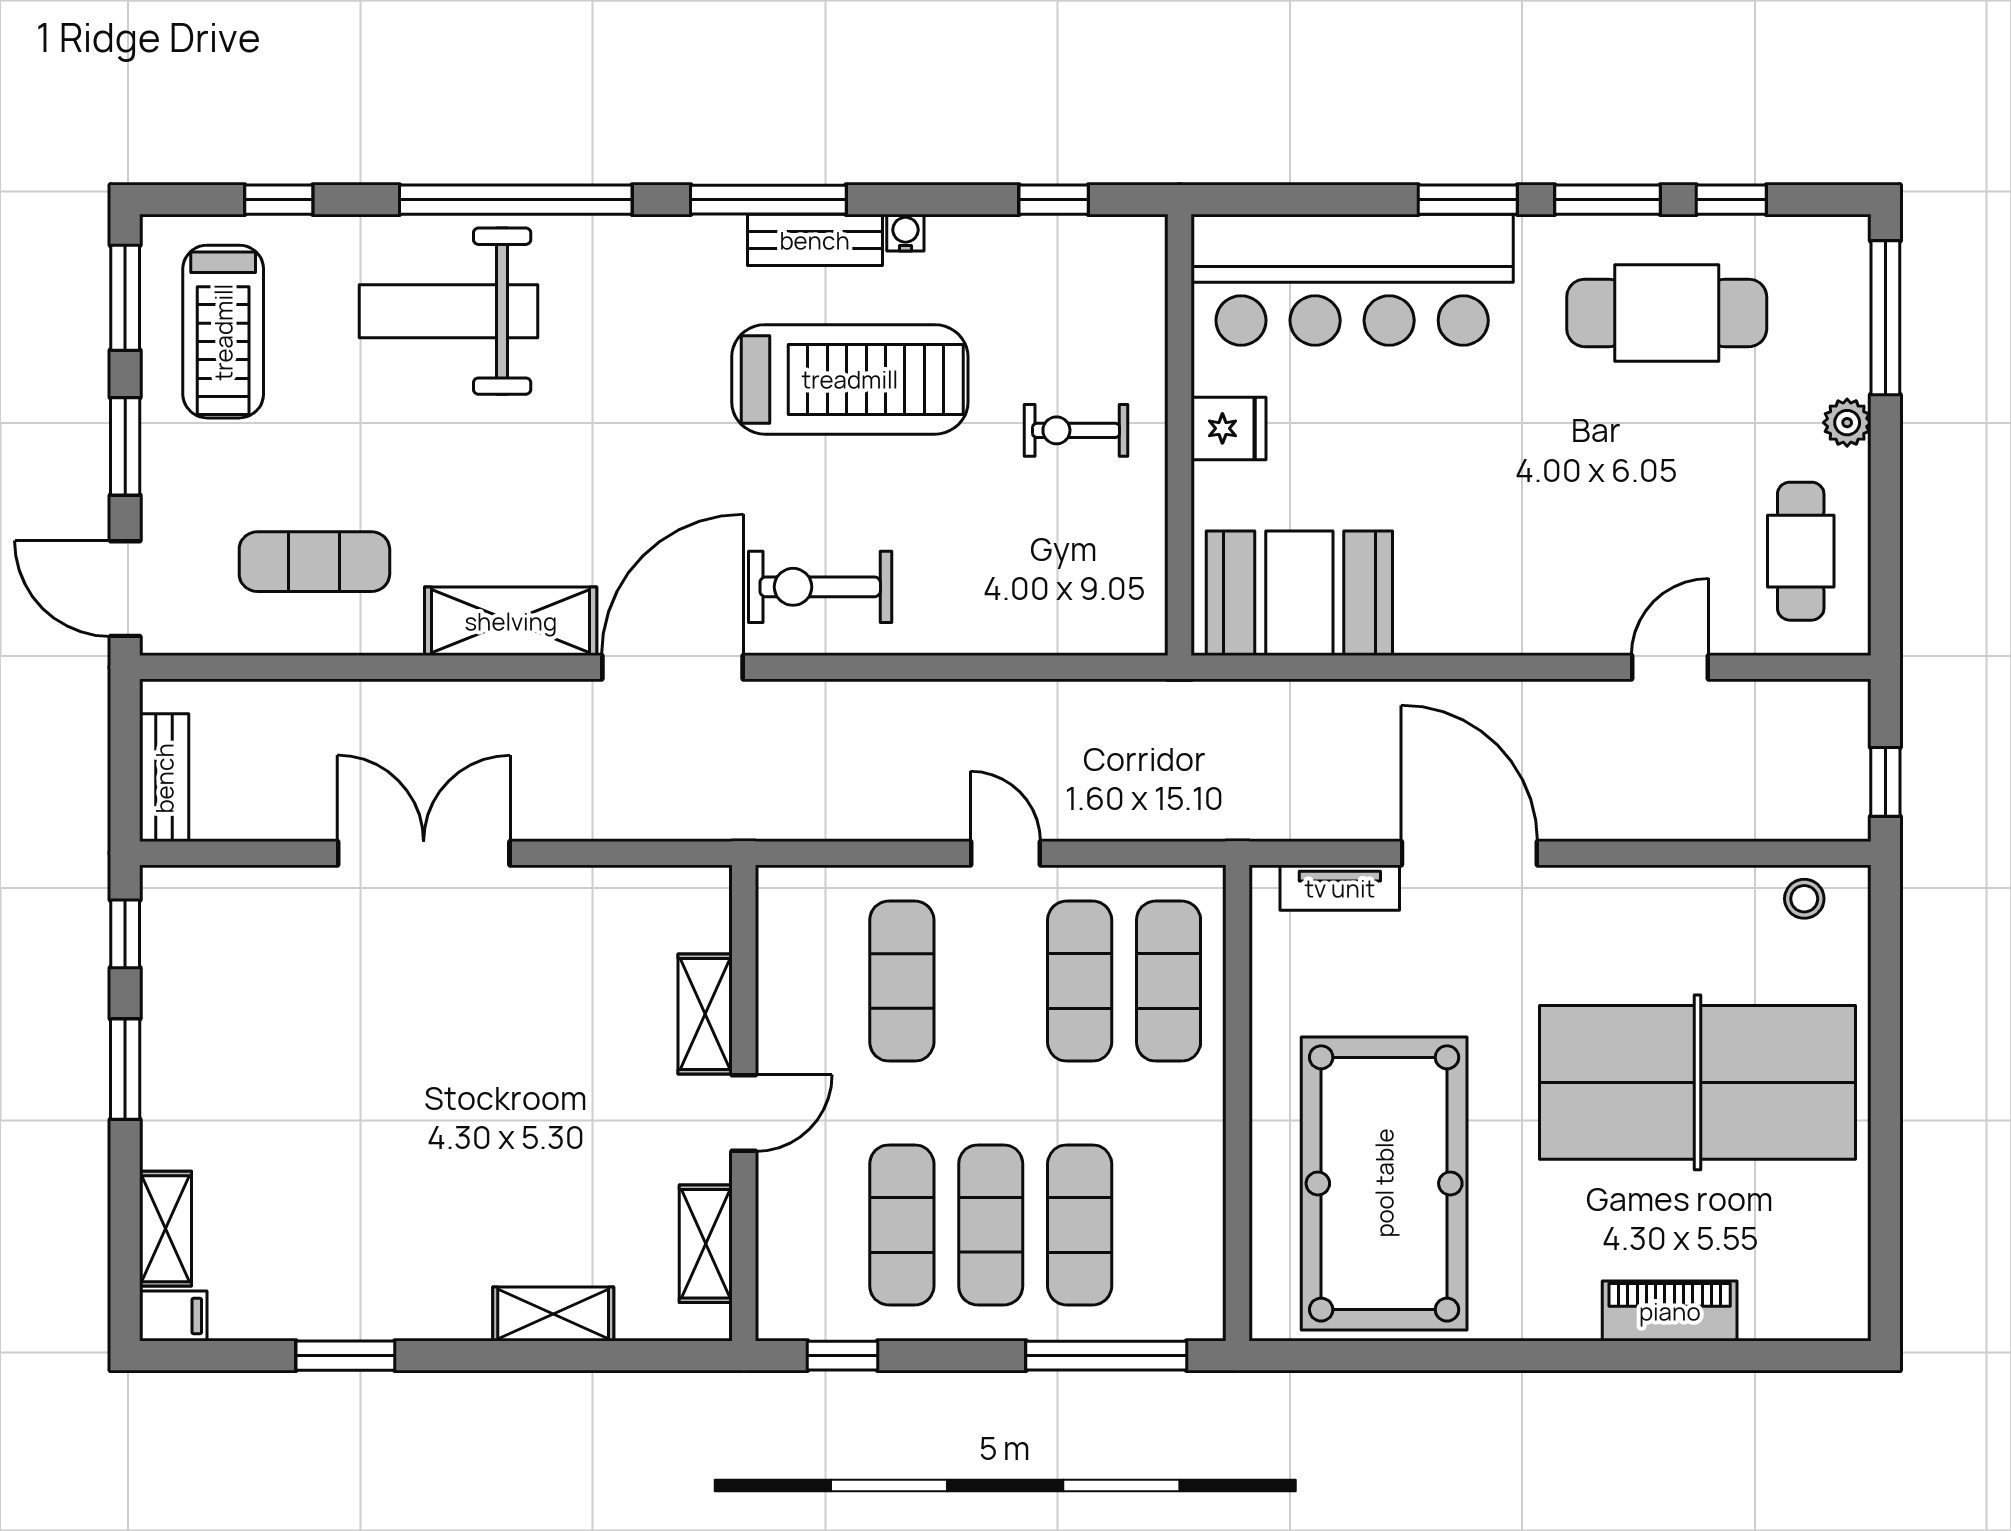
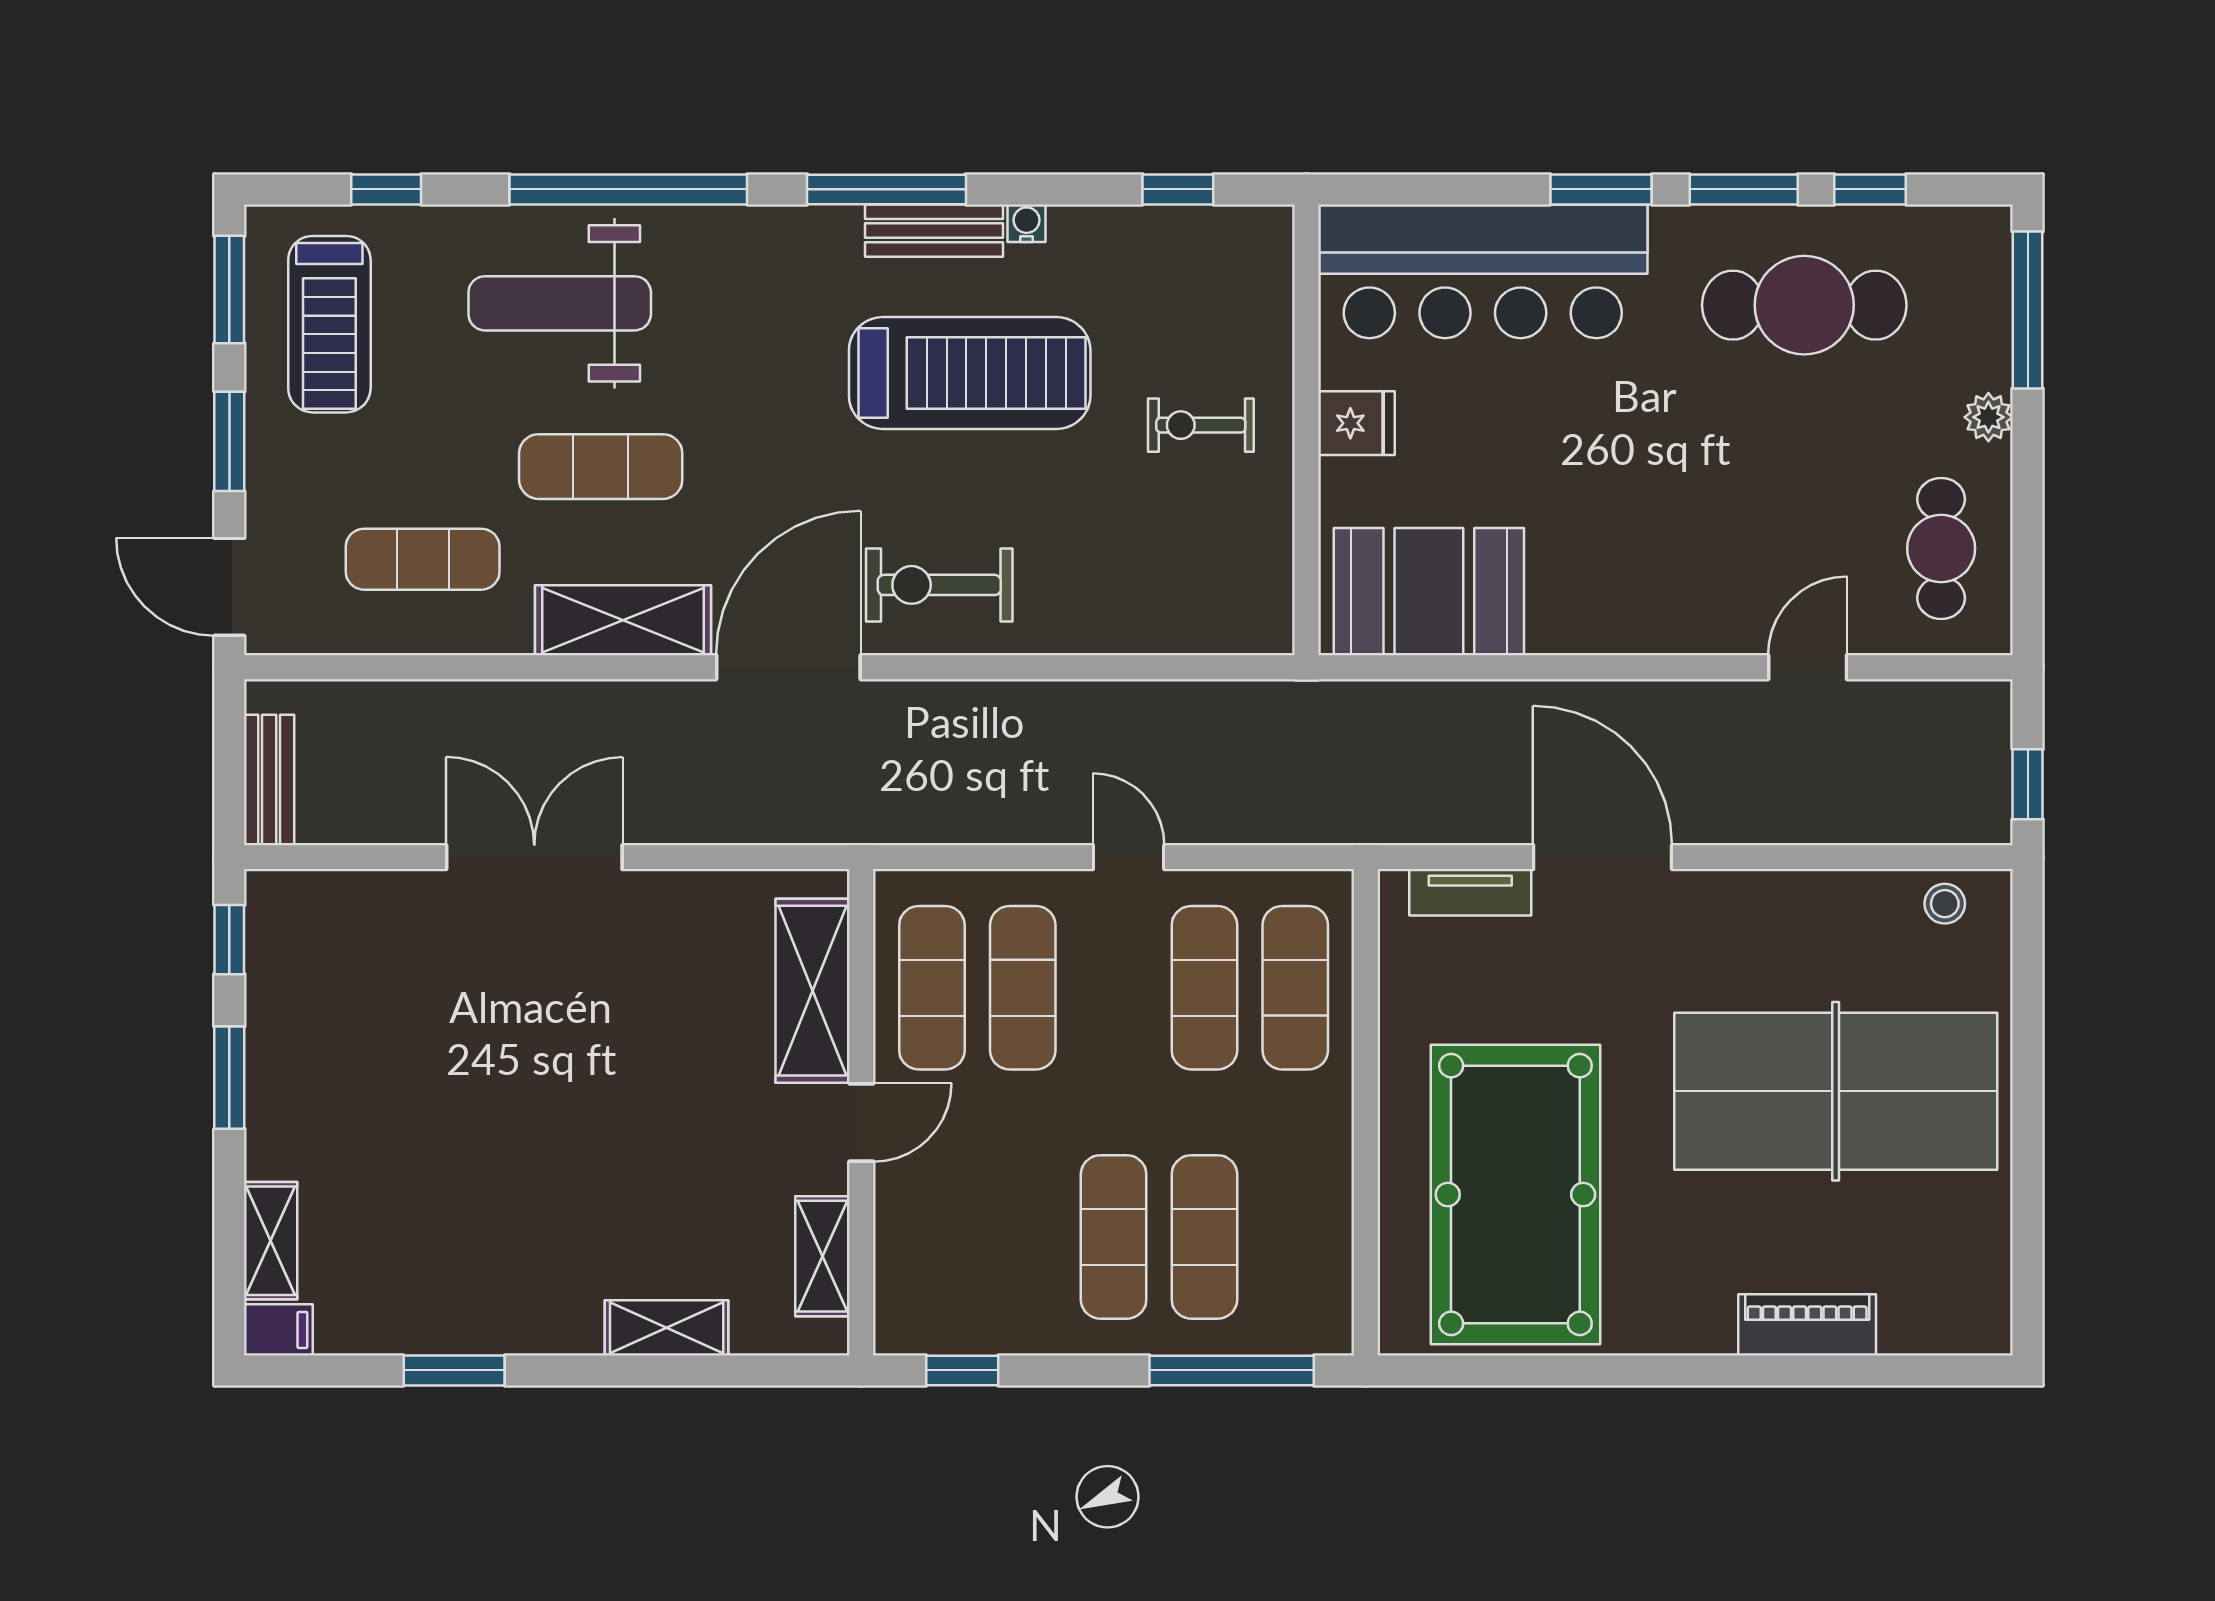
exercise mat: (489, 471) -> (601, 467), added
shelving: (705, 1014) -> (813, 991), width x1.50, depth x1.33
exercise mat: (902, 1225) -> (932, 988), moved

